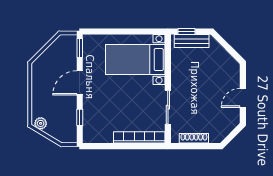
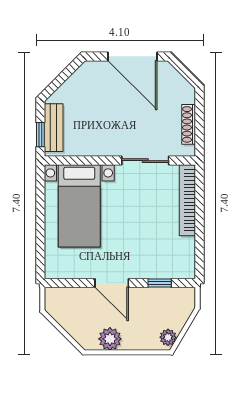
window: (80, 48) -> (63, 283), removed
plant: (39, 82) -> (110, 339), added
door: (243, 98) -> (132, 56), width x1.88

